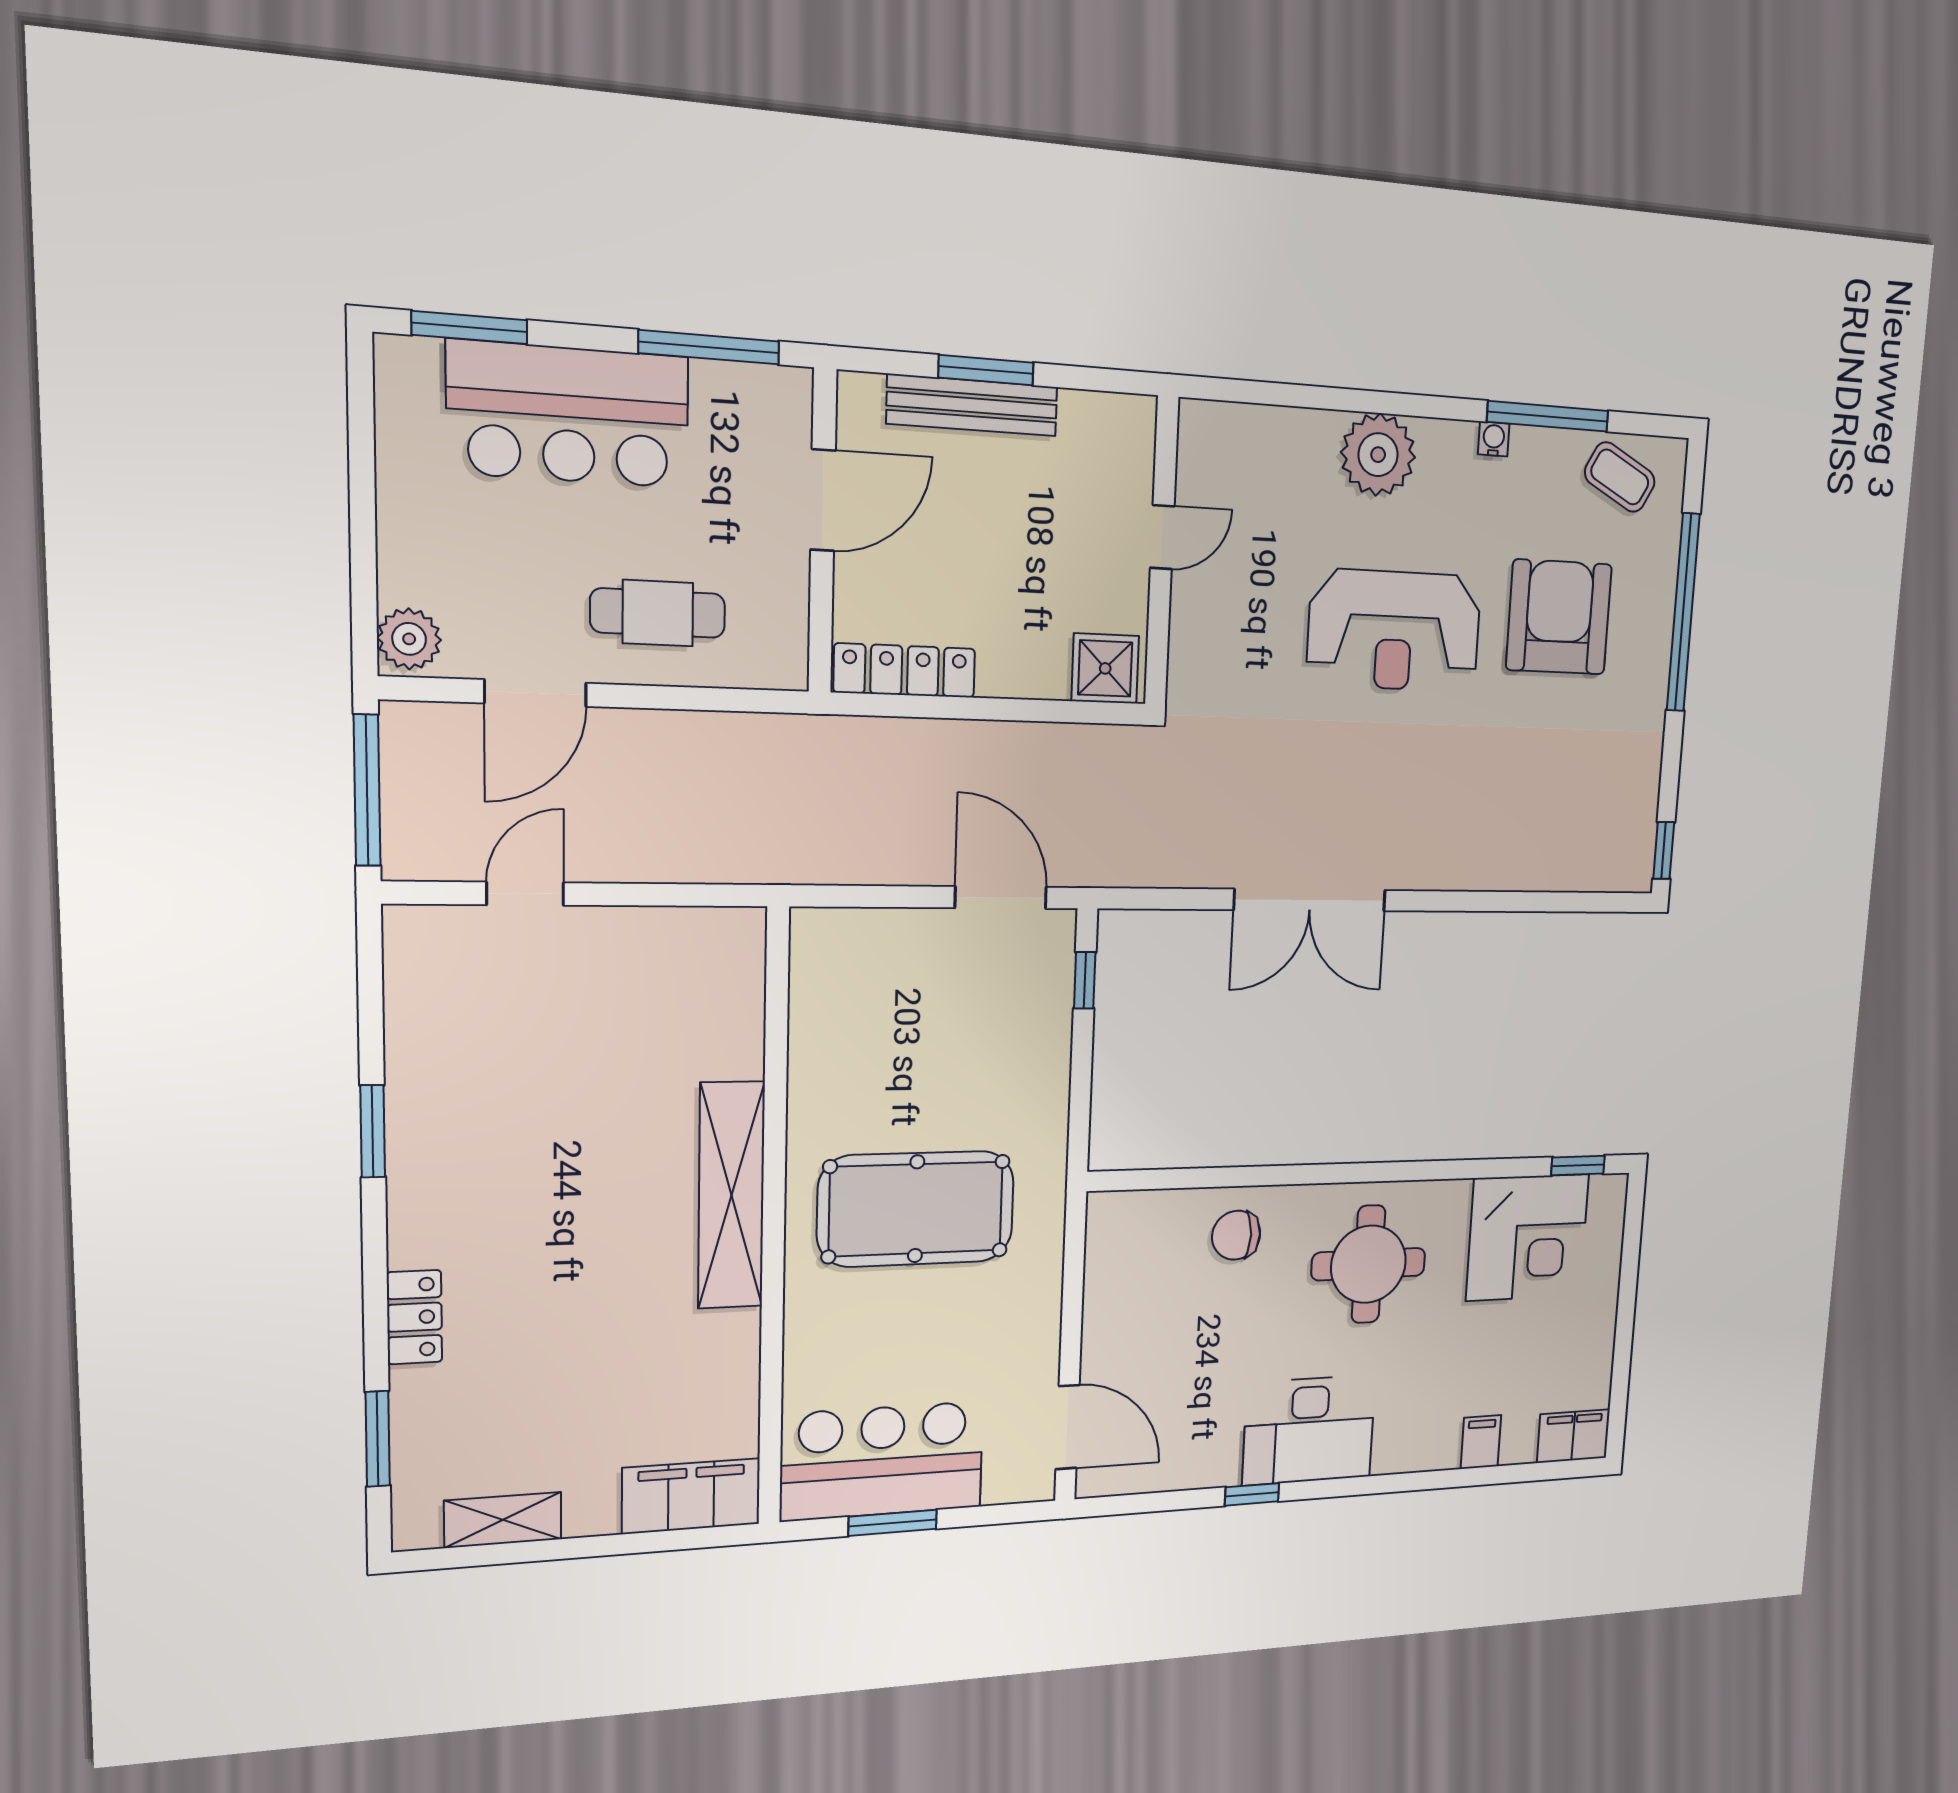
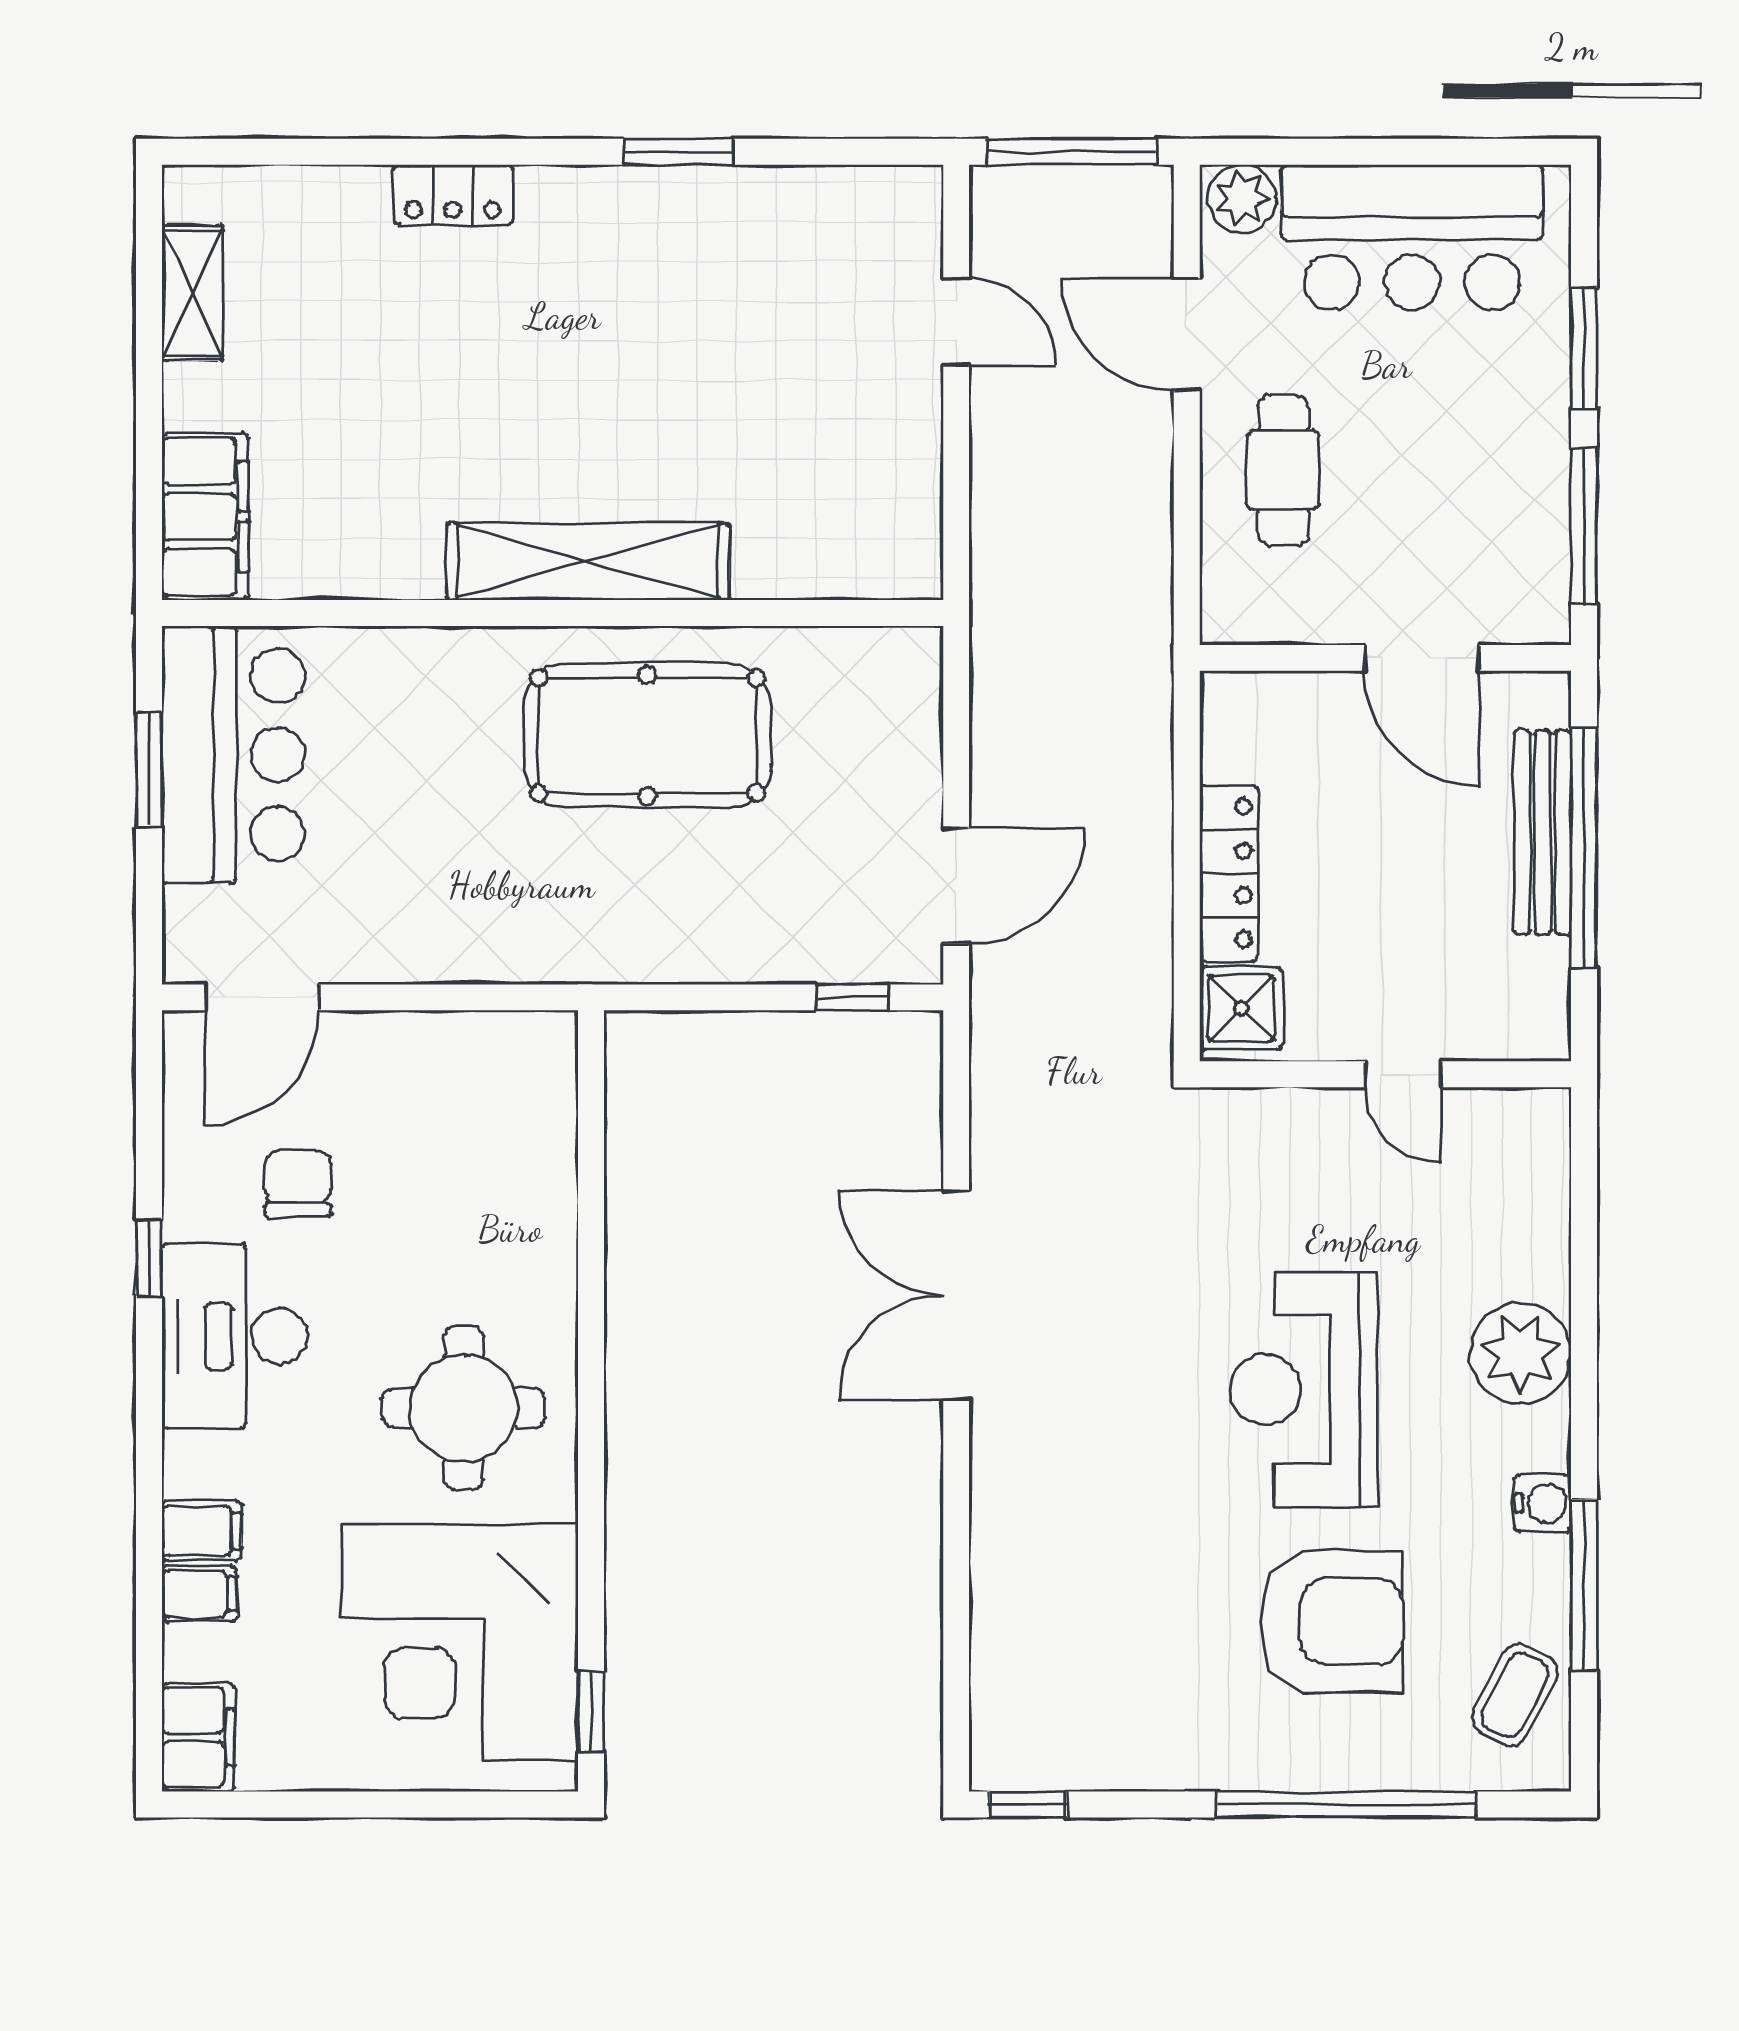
window: (470, 327) -> (1584, 348), moved
window: (986, 370) -> (1584, 848), width x2.11
bar counter: (569, 414) -> (1412, 237), moved, turned -90
water cooler: (1494, 439) -> (1543, 1503), width x1.38, depth x1.38
locker: (905, 670) -> (1229, 873), moved
pool table: (916, 1209) -> (647, 735), moved, turned 90
chair: (1236, 1235) -> (298, 1183), moved
corner desk: (1527, 1238) -> (460, 1642), width x1.36, depth x1.36
window: (378, 1439) -> (305, 152), removed
filing cabinet: (1439, 1443) -> (202, 1531), added

